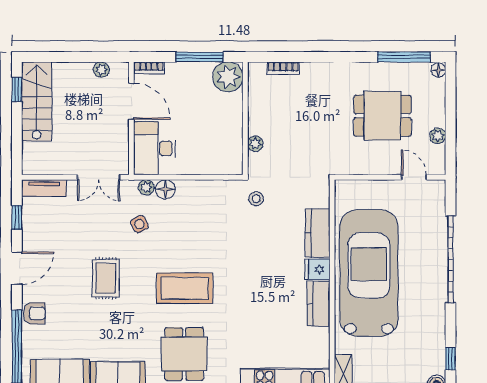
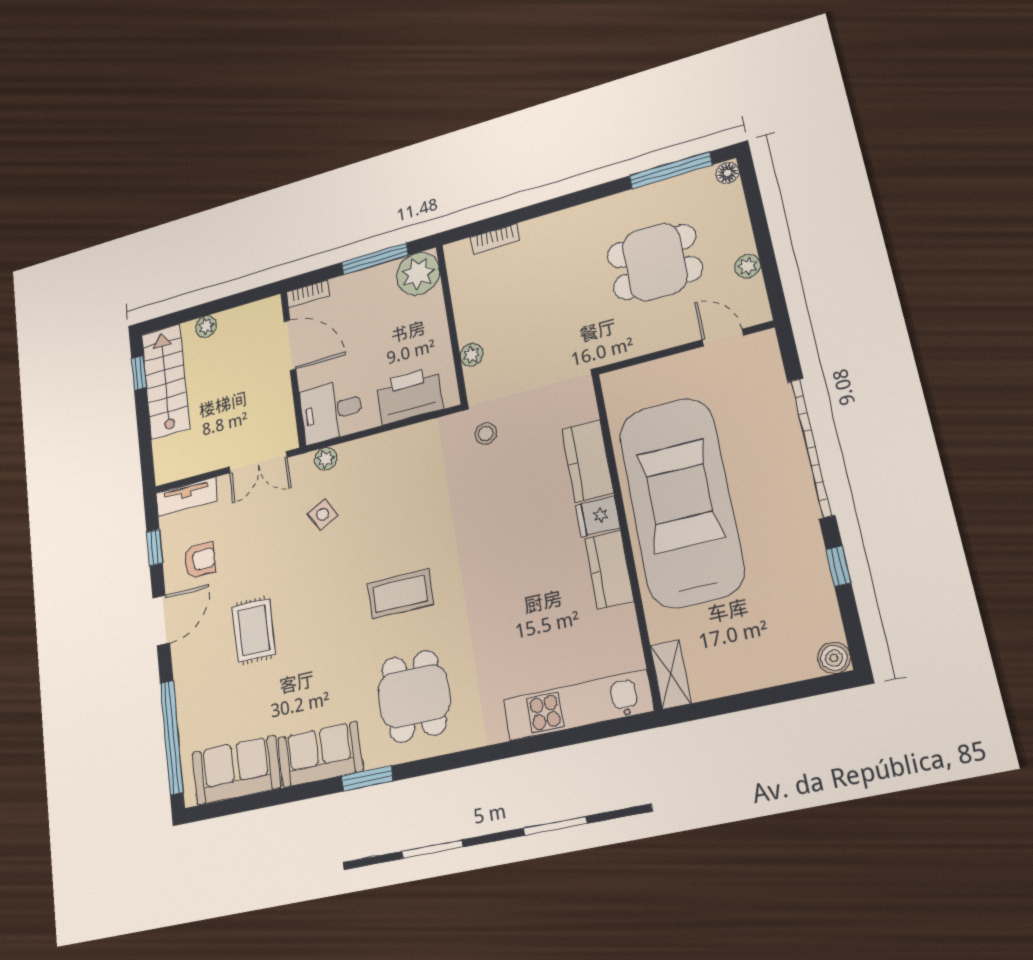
plant: (101, 70) -> (206, 326), moved
desk: (154, 148) -> (331, 411), width x0.73
printer: (209, 160) -> (409, 396), added
floor lamp: (165, 189) -> (353, 455), removed
rug: (106, 278) -> (254, 630), moved
coffee table: (185, 288) -> (400, 594), width x0.73, depth x0.76
armchair: (34, 313) -> (200, 560), moved
window: (450, 359) -> (838, 566), moved

